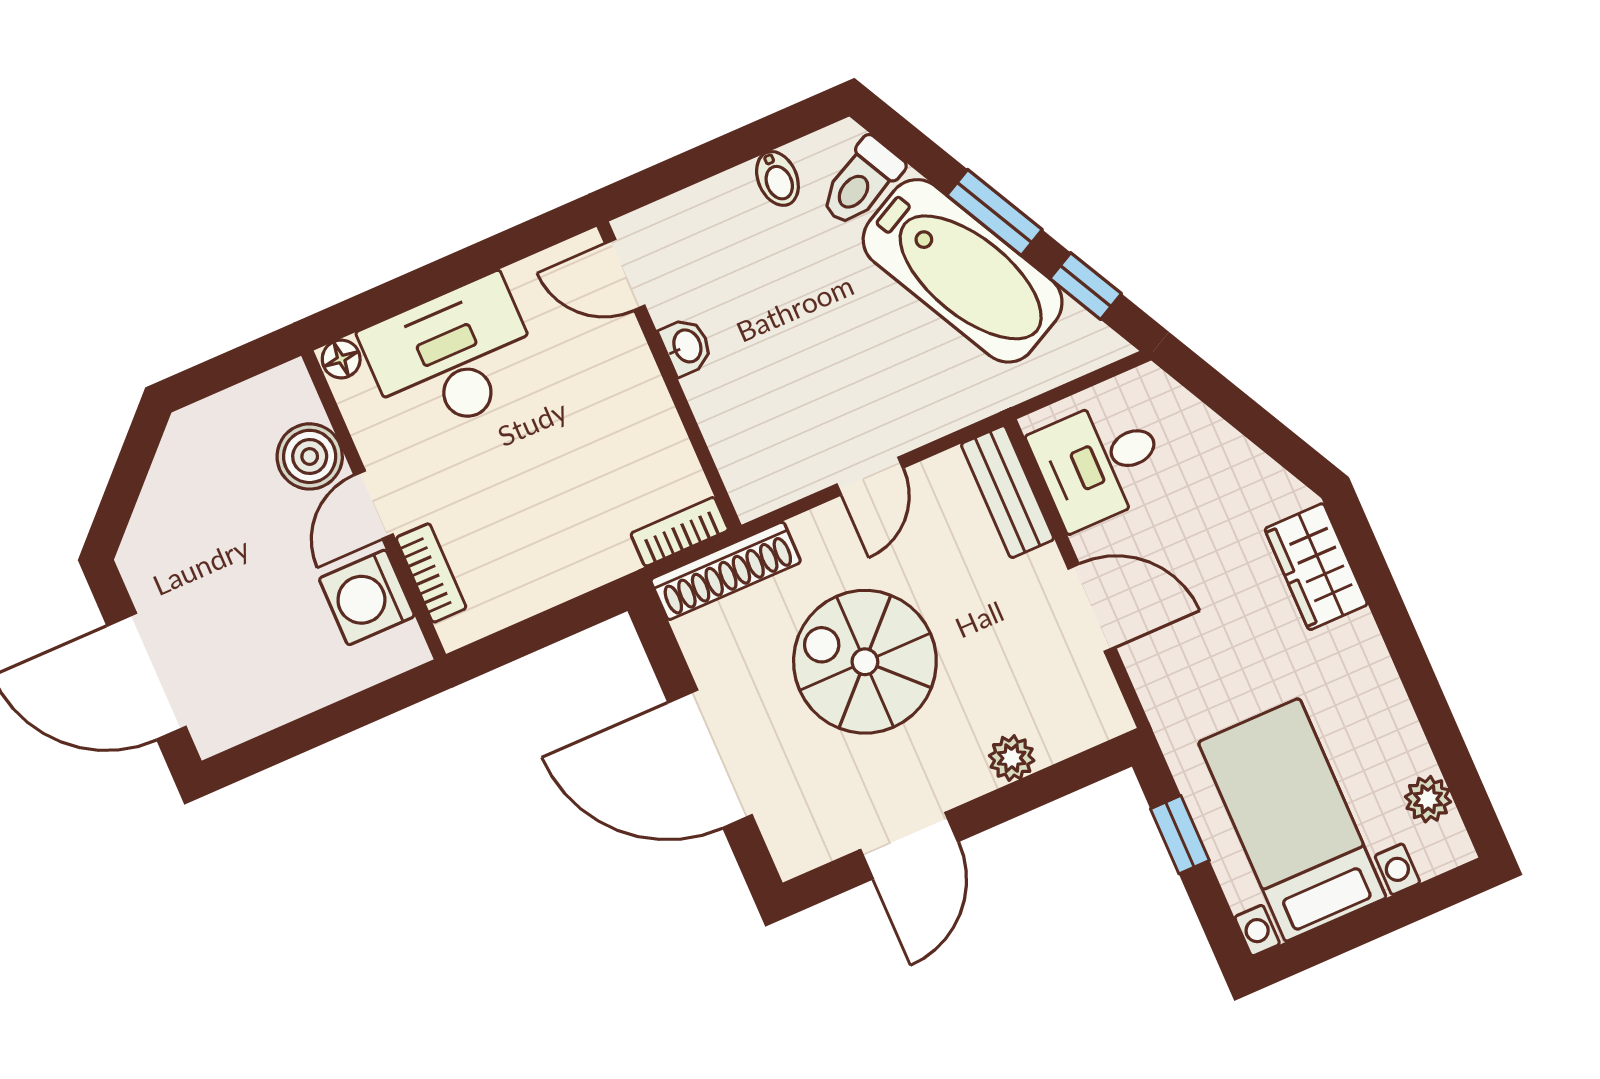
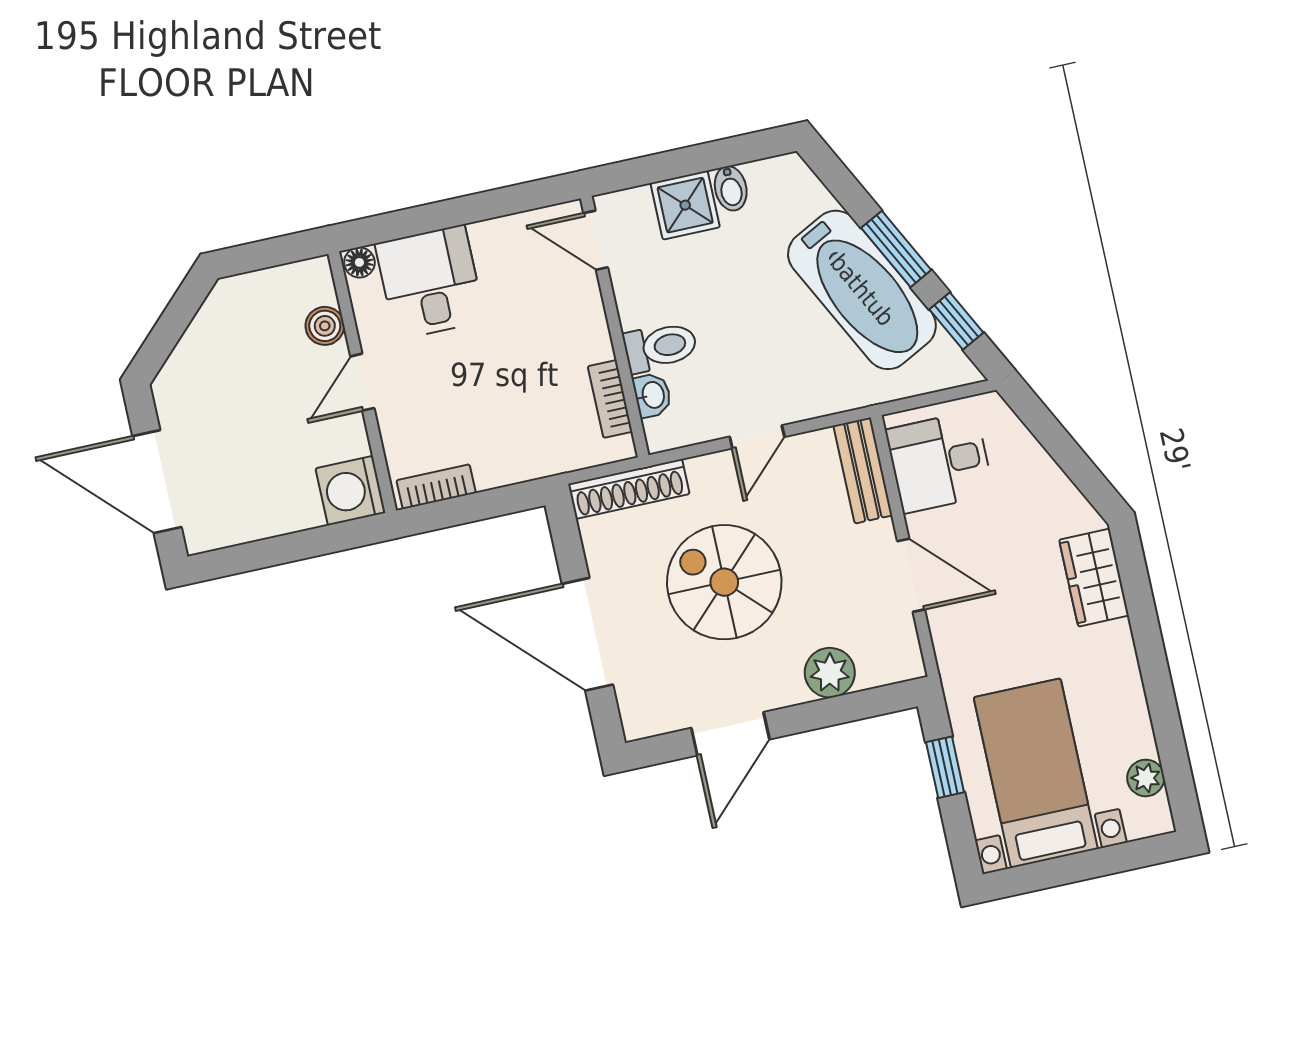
toilet: (861, 182) -> (660, 347), moved, turned -153
shower: (726, 210) -> (685, 205), added
washbasin: (686, 346) -> (652, 395), moved
desk: (452, 358) -> (430, 282), width x0.73
boiler: (310, 456) -> (325, 326), width x0.73, depth x0.73
bookcase: (680, 532) -> (610, 399), moved, turned -90
bookcase: (431, 573) -> (436, 487), moved, turned -90
washing machine: (367, 597) -> (351, 491), moved
plant: (1012, 758) -> (830, 673), width x1.38, depth x1.38

